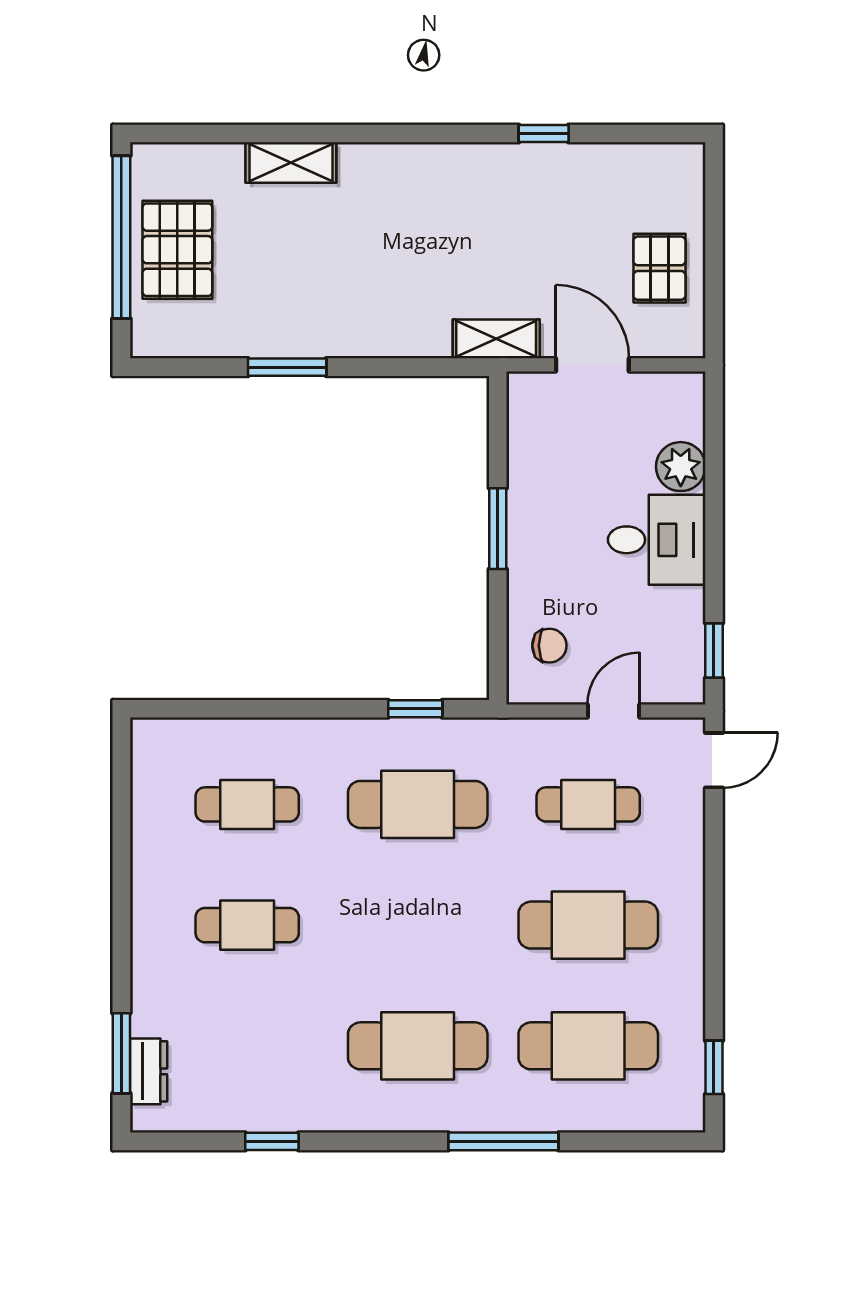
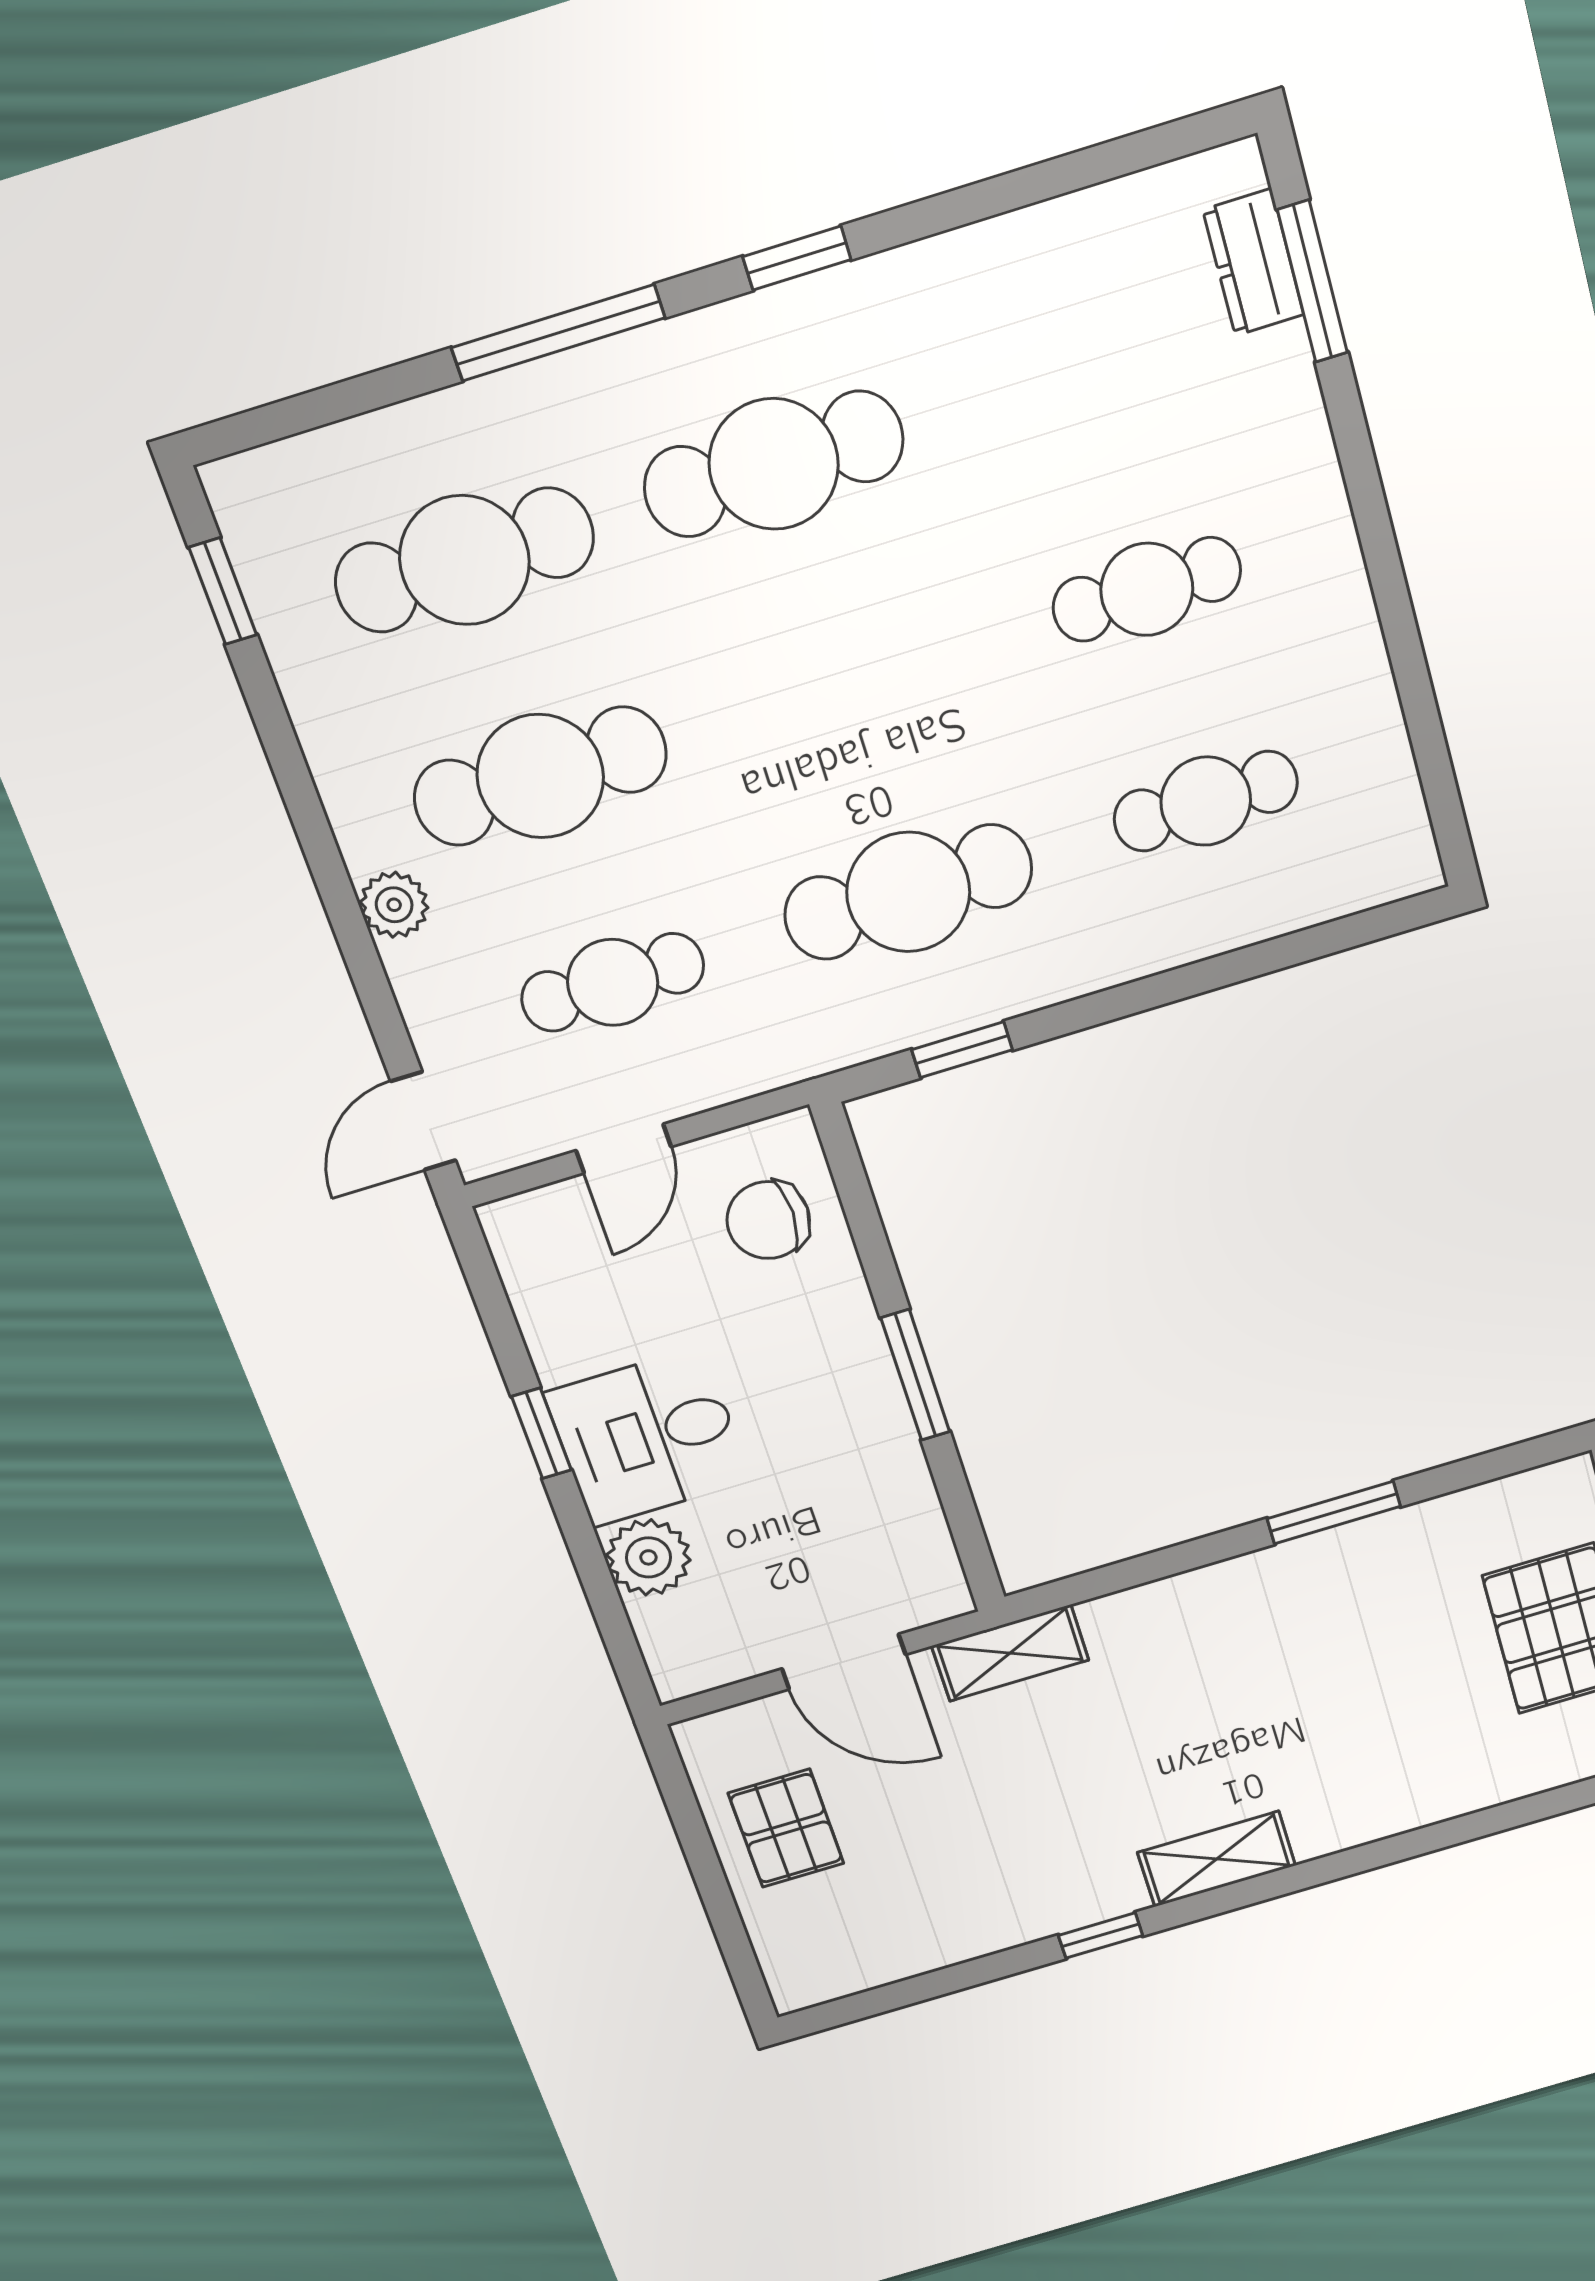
window: (544, 134) -> (1101, 1935), moved
shelving: (291, 163) -> (1217, 1859), moved
chair: (549, 646) -> (768, 1220), width x1.37, depth x1.37
window: (714, 651) -> (541, 1433), moved
plant: (687, 882) -> (394, 905), added
window: (272, 1141) -> (797, 258), moved

